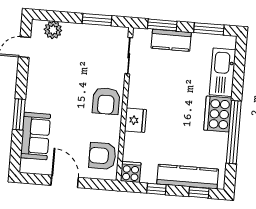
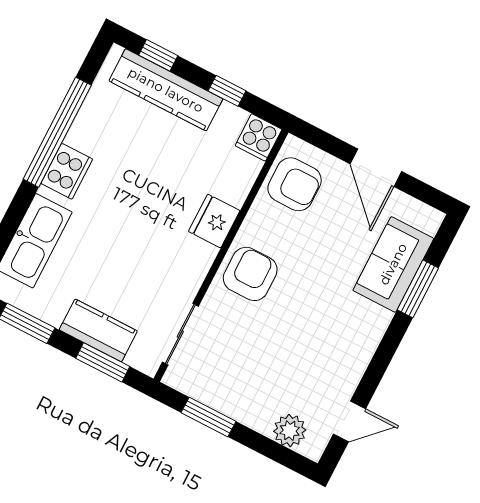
window: (19, 114) -> (418, 289), moved
cooker: (218, 114) -> (67, 171), width x0.73, depth x0.76

